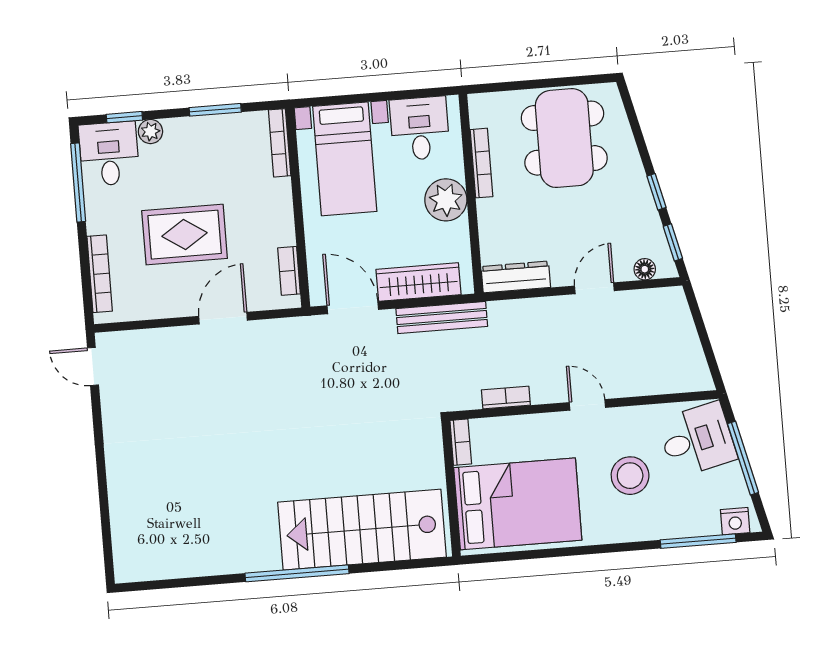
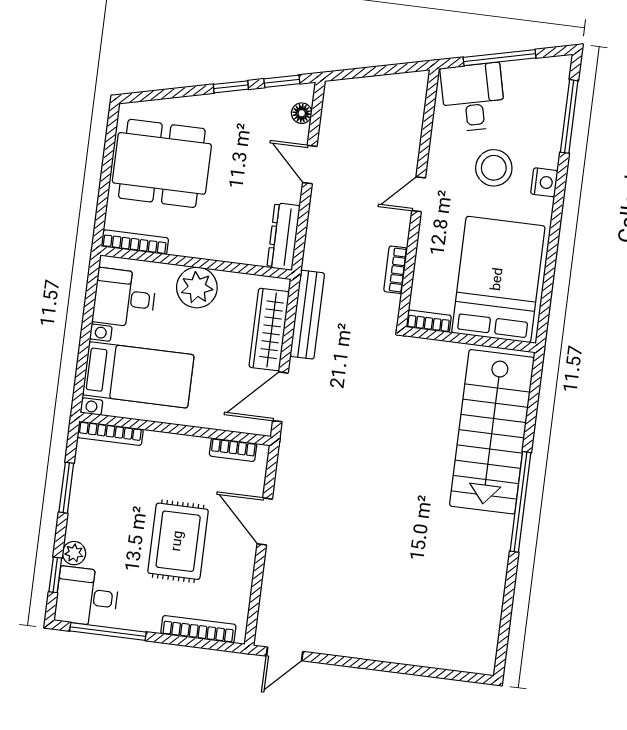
bookcase: (481, 163) -> (135, 242), moved
nightstand: (735, 521) -> (544, 182), moved

